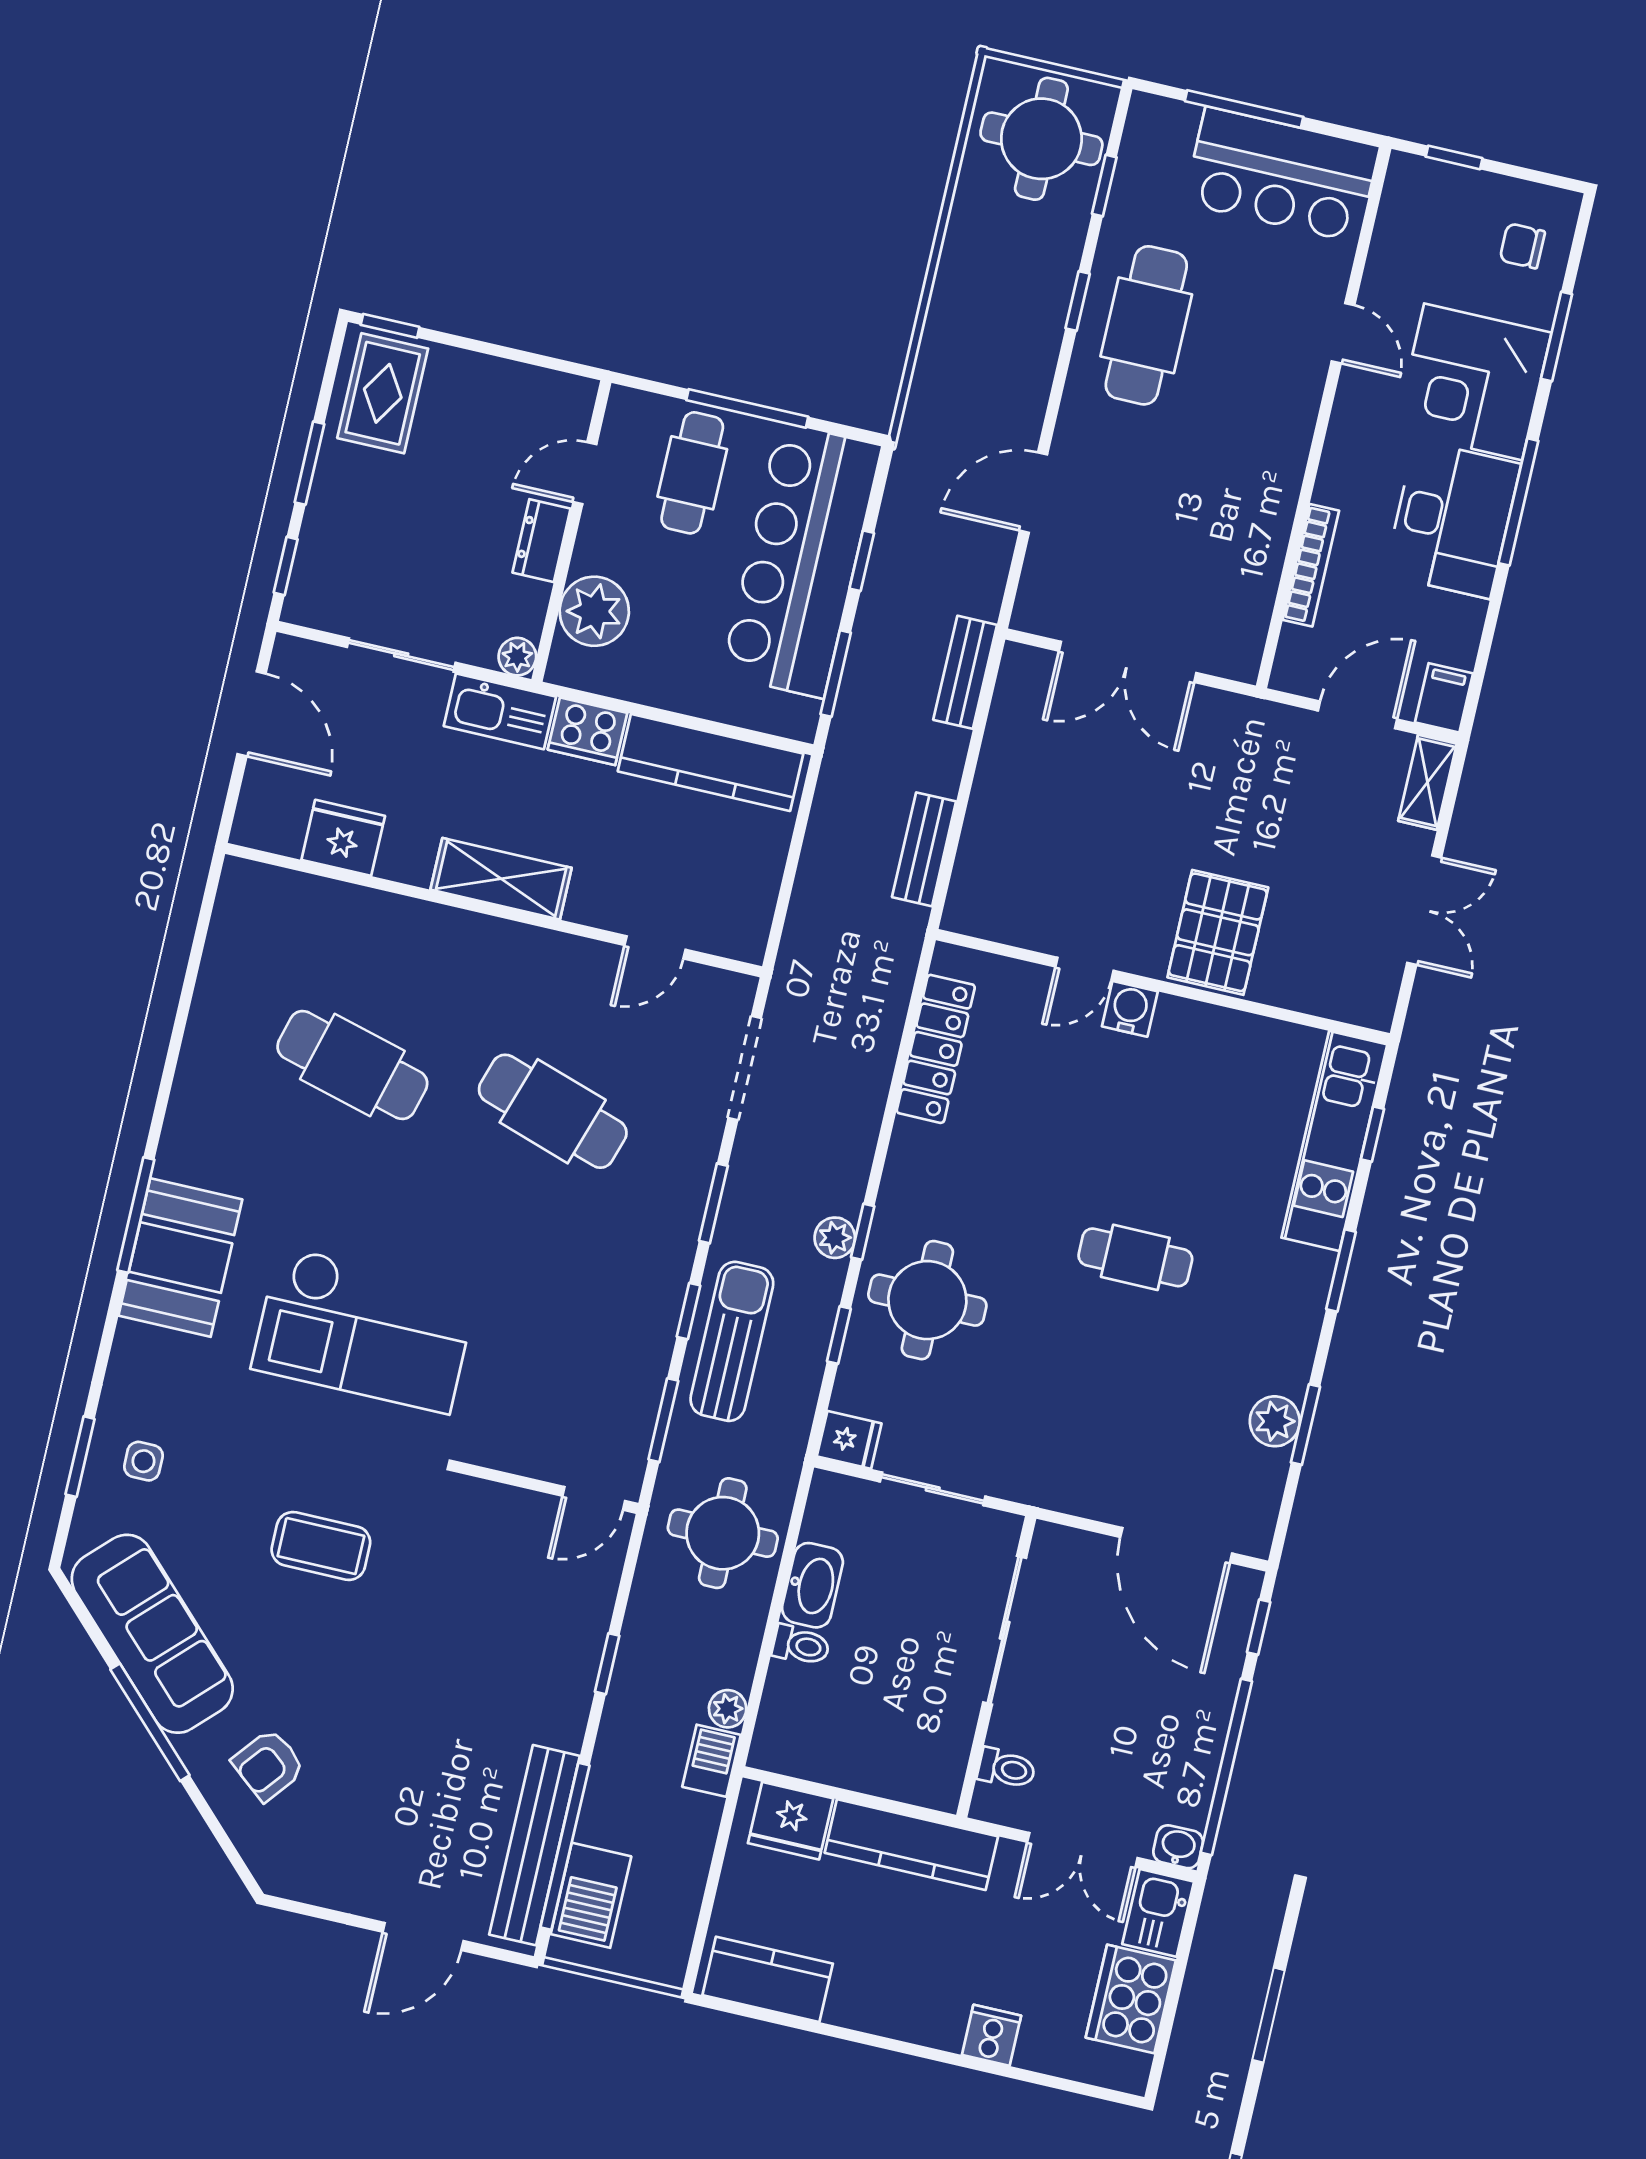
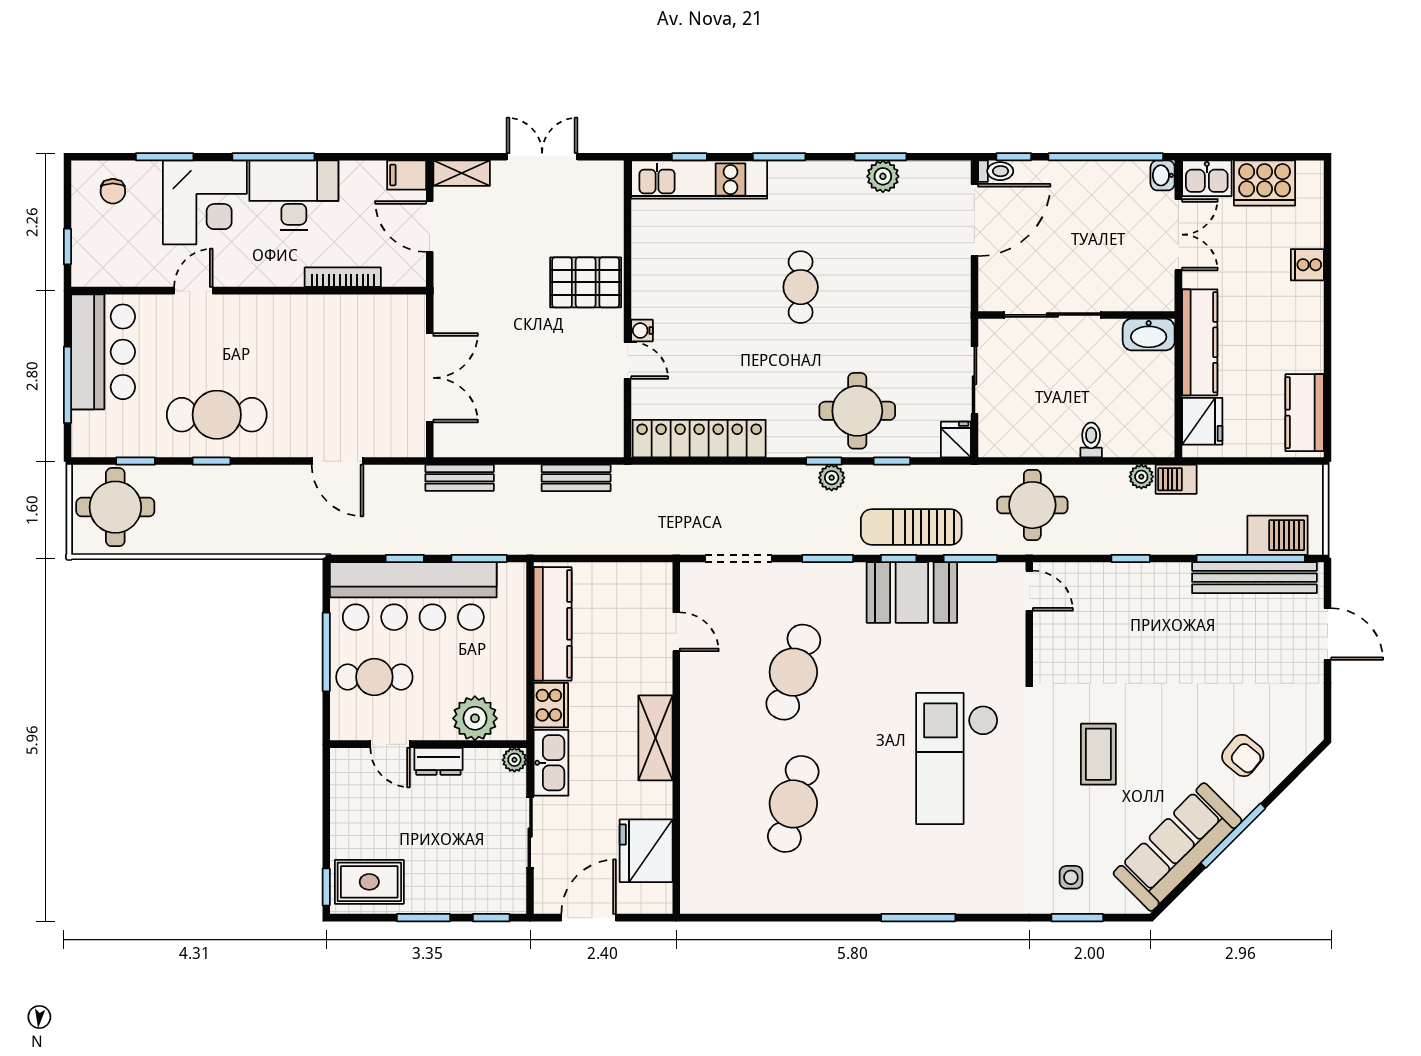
fridge: (343, 838) -> (646, 851), width x1.36, depth x1.34
water cooler: (1130, 1009) -> (642, 331), width x0.72, depth x0.72
locker: (936, 1049) -> (699, 439), width x1.41, depth x1.21
booth: (180, 1258) -> (912, 592), moved
checkout: (364, 1330) -> (957, 758), turned 180
washbasin: (812, 1585) -> (1149, 335), moved, turned 180
toilet: (1007, 1769) -> (996, 171), moved, turned 90

